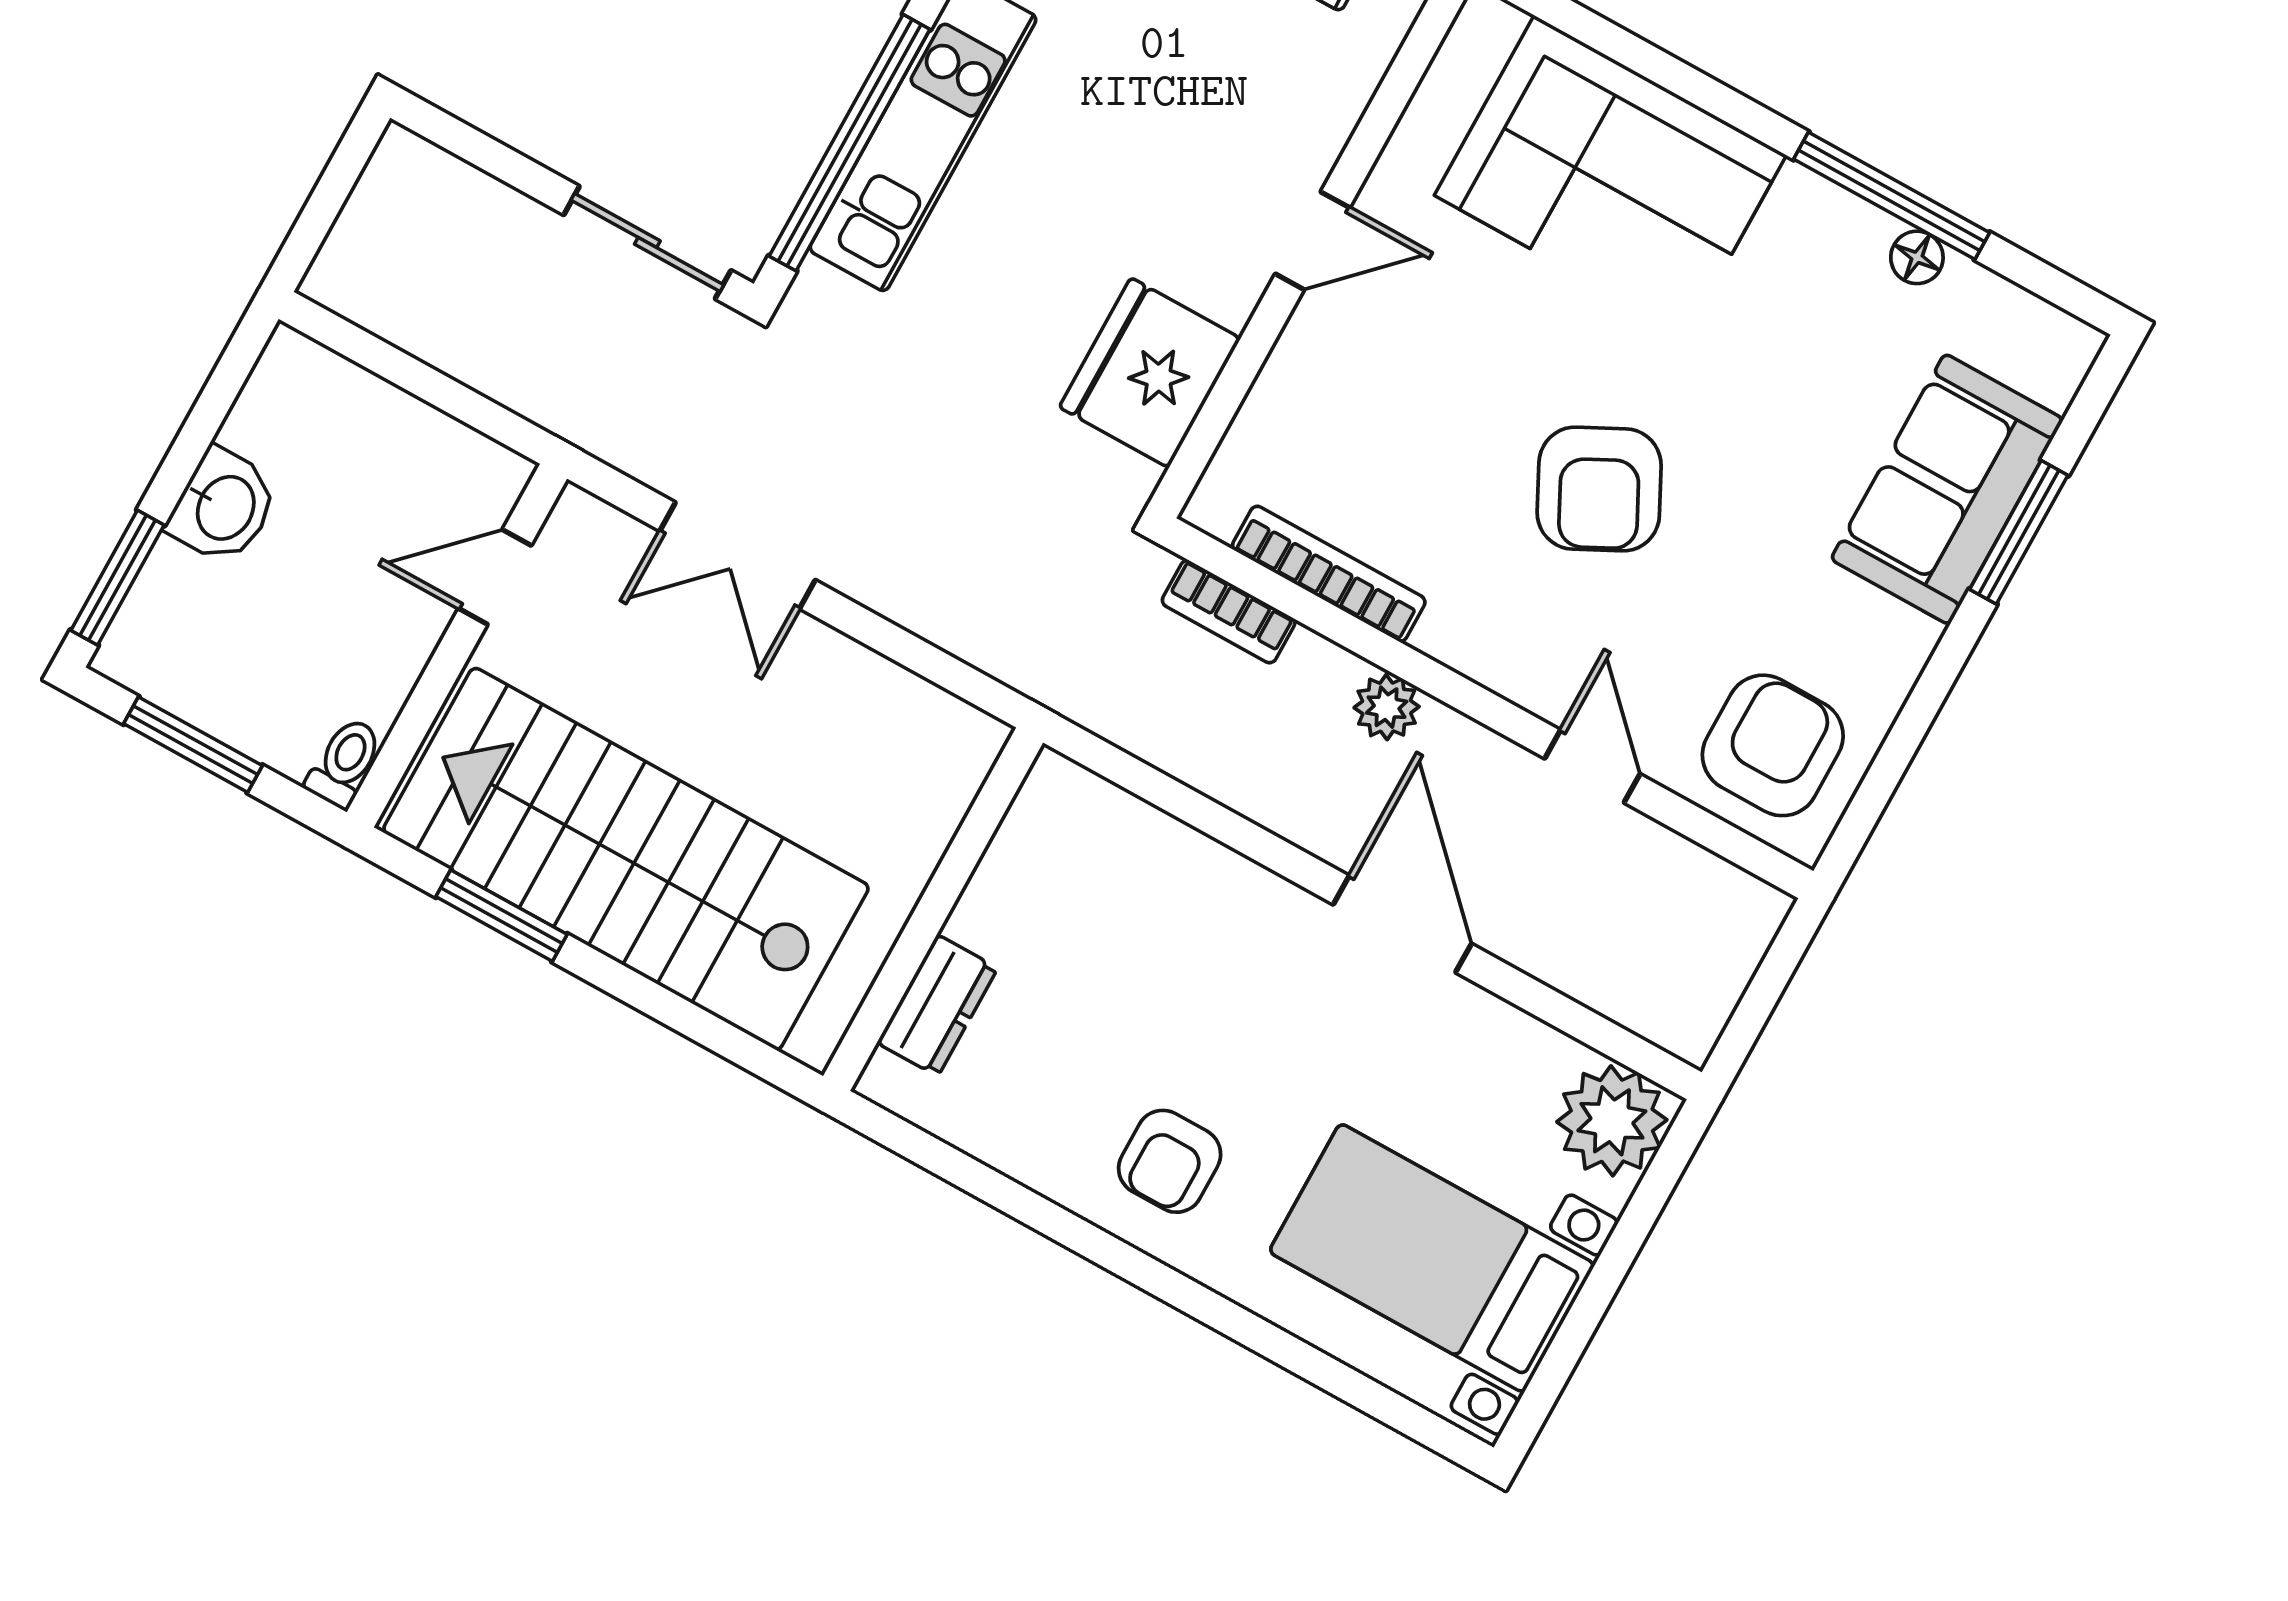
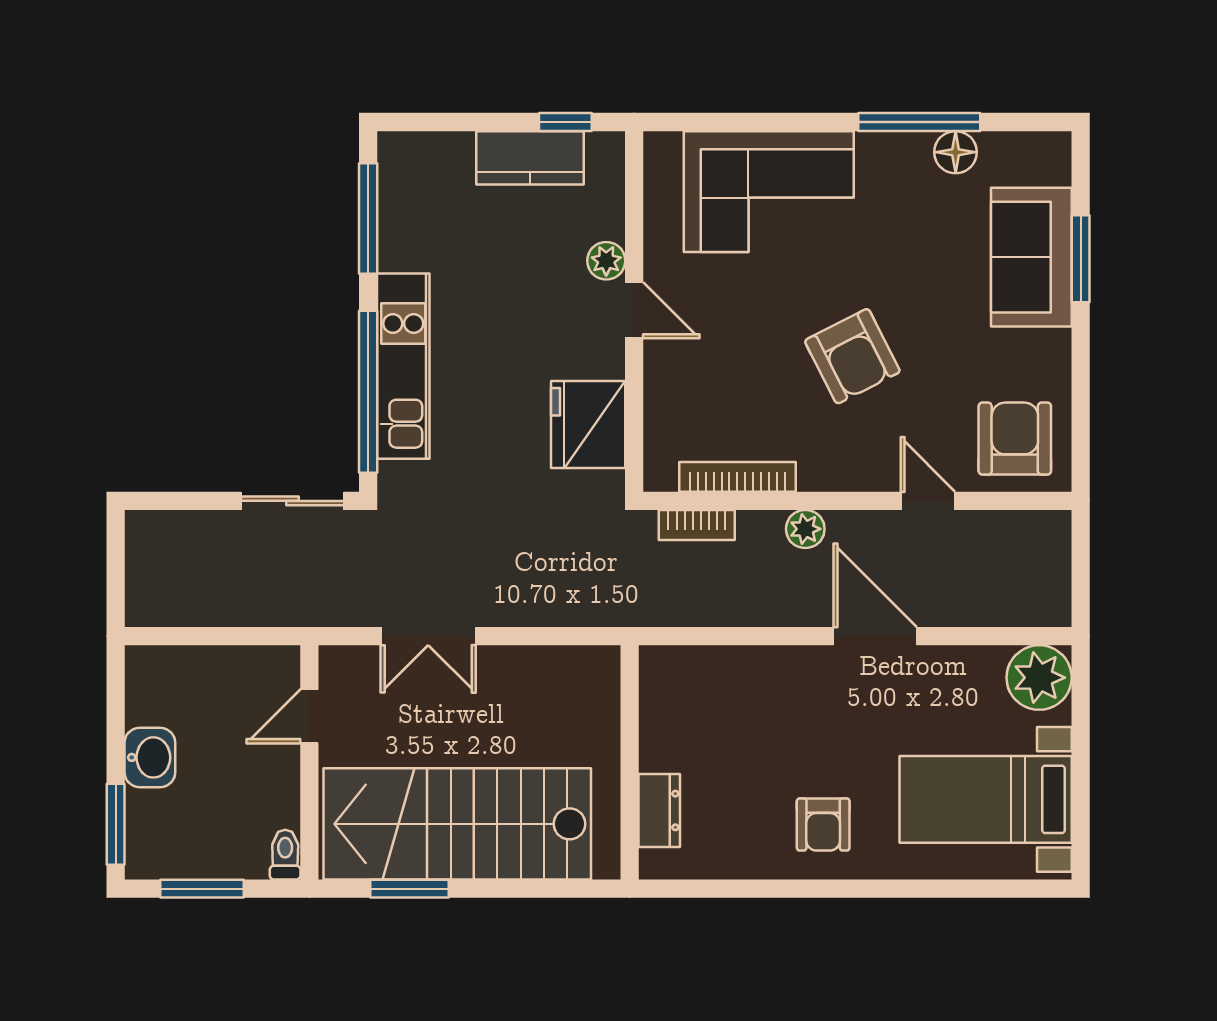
plant: (1312, 144) -> (606, 261), added
door: (1312, 241) -> (634, 310), hinge flipped
floor lamp: (1917, 257) -> (956, 152), width x1.37, depth x1.37

